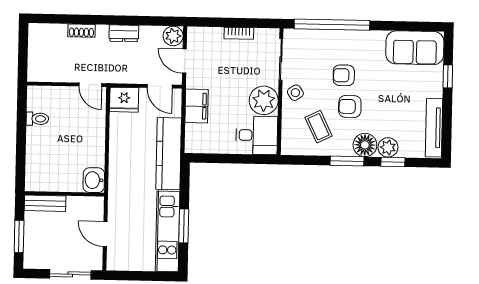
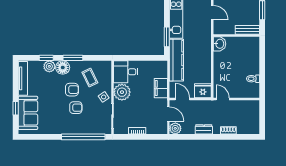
sofa: (415, 48) -> (28, 113), moved, turned 90
window: (184, 226) -> (167, 37), moved

